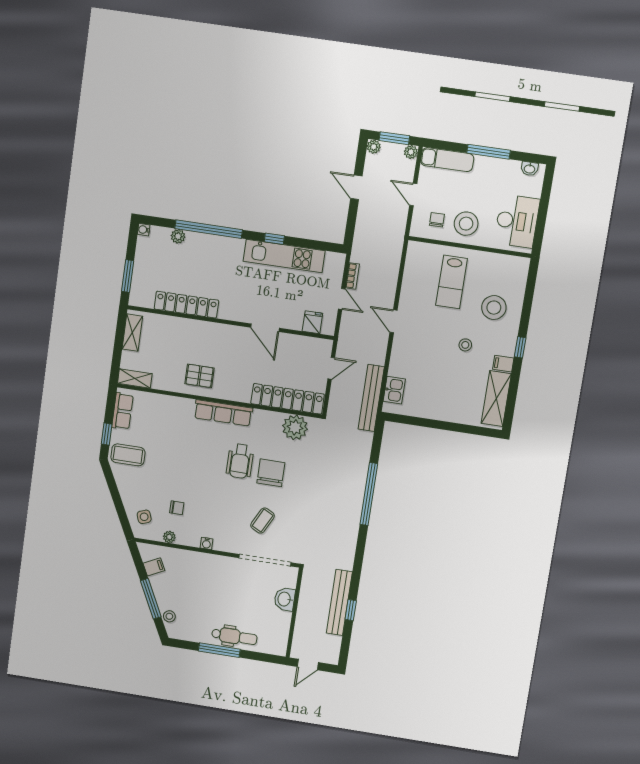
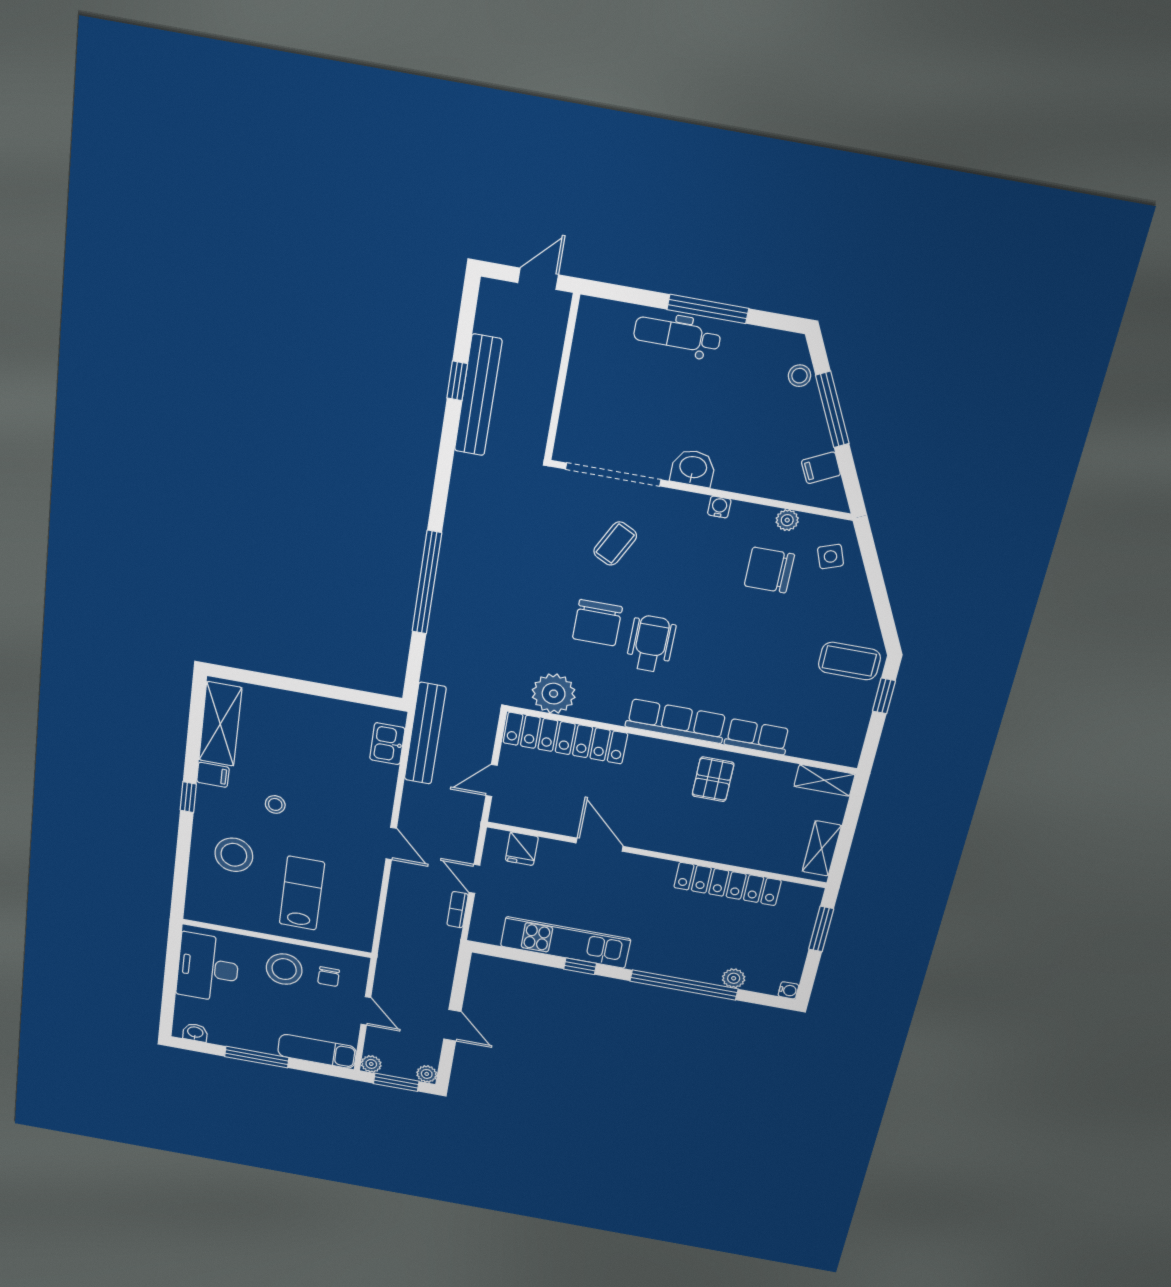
pallet: (200, 376) -> (713, 779), turned 90
row of seats: (122, 411) -> (757, 737), moved, turned 90
chair: (177, 508) -> (769, 570), width x1.87, depth x1.87
washbasin: (285, 599) -> (693, 468), moved, turned -90

